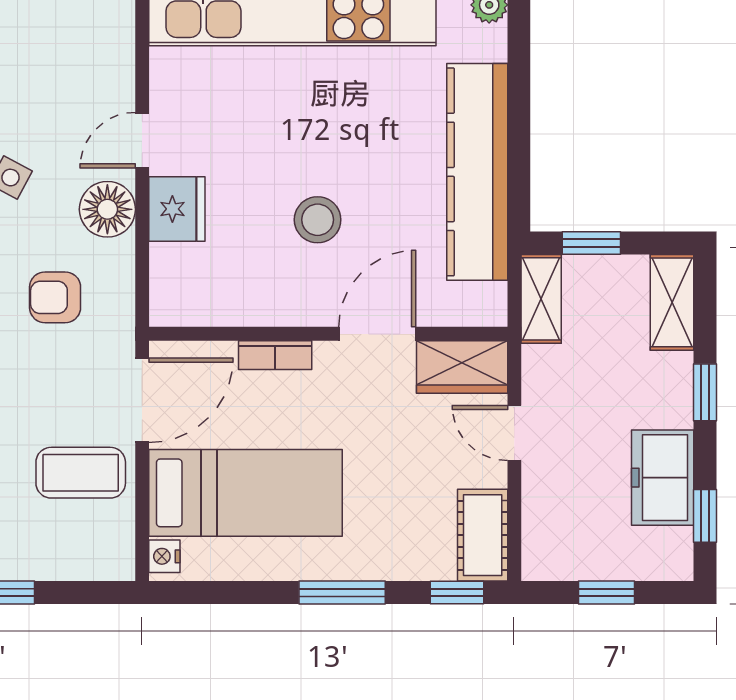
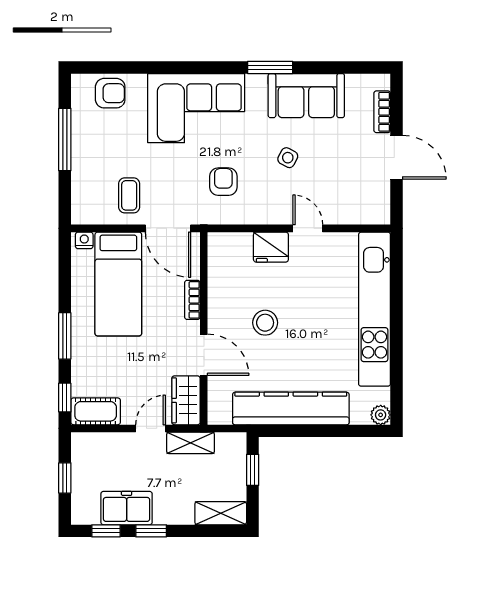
floor lamp: (107, 209) -> (271, 210), removed
shelving: (541, 299) -> (191, 443), moved
window: (705, 392) -> (151, 531), moved
coffee table: (81, 473) -> (129, 195), width x0.73, depth x0.77

